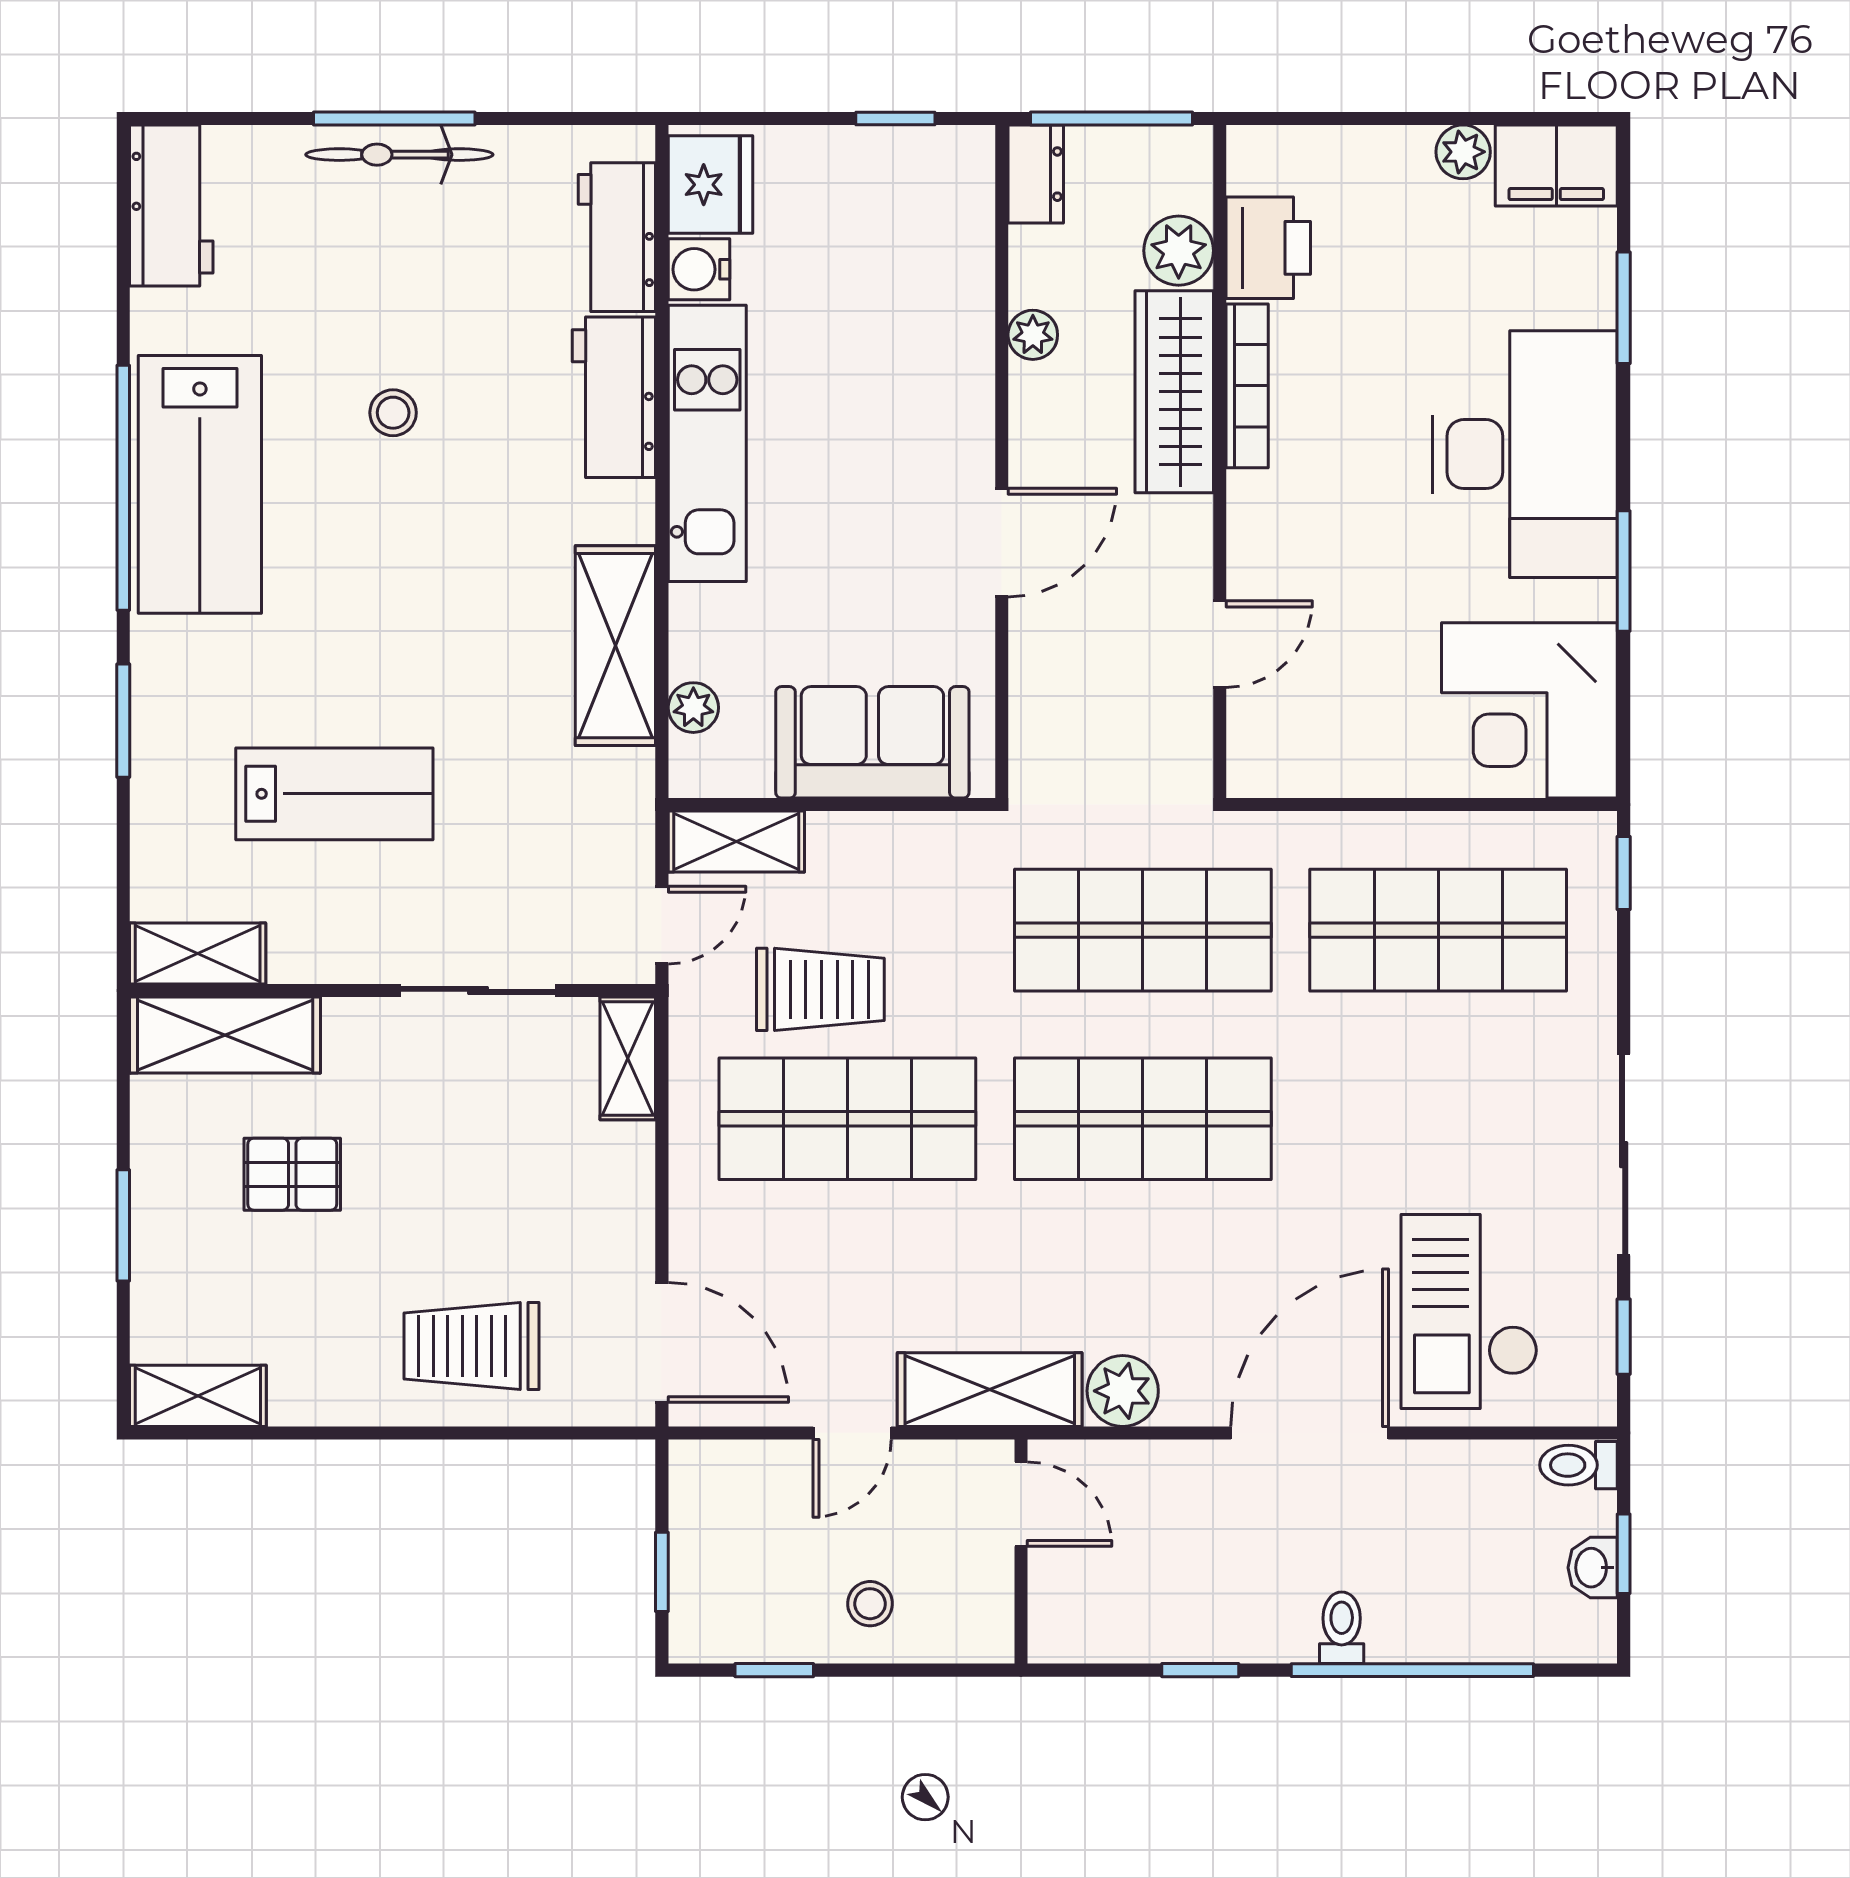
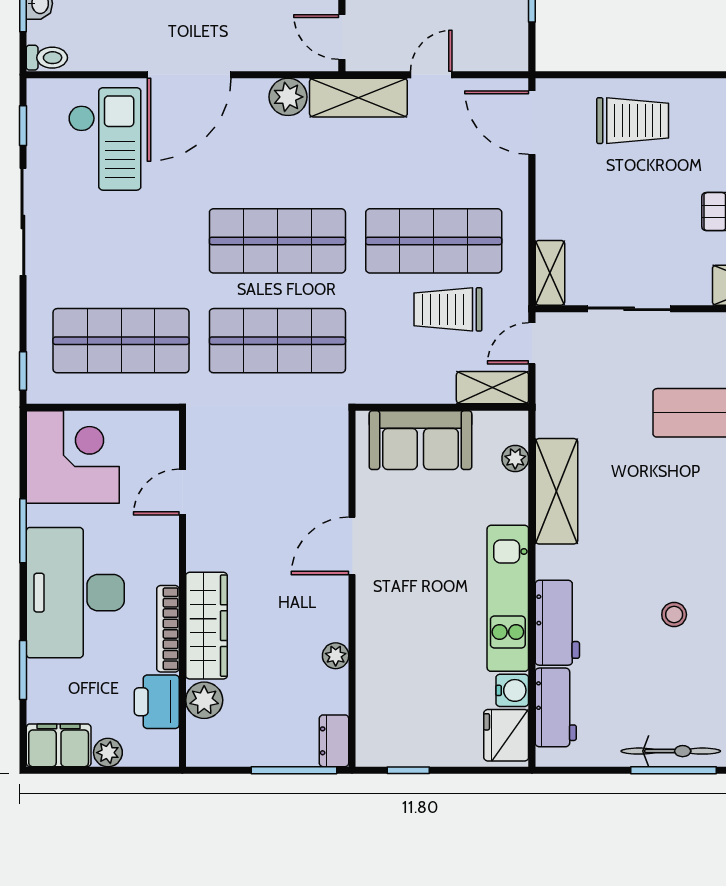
printer: (1268, 248) -> (157, 702), moved
plant: (1179, 251) -> (204, 700), moved
bookcase: (1247, 386) -> (168, 629), moved
wardrobe: (1174, 392) -> (206, 626), moved
wall: (1220, 462) -> (182, 589), moved
door: (1220, 644) -> (182, 492), moved

